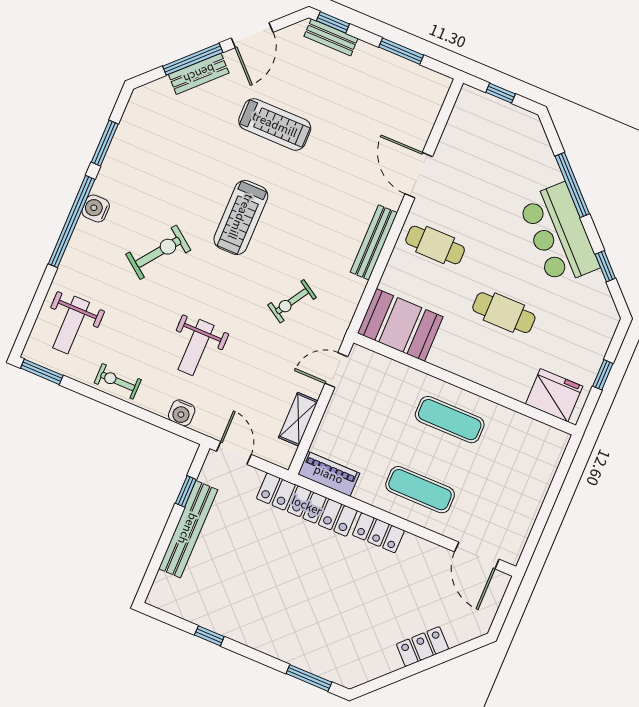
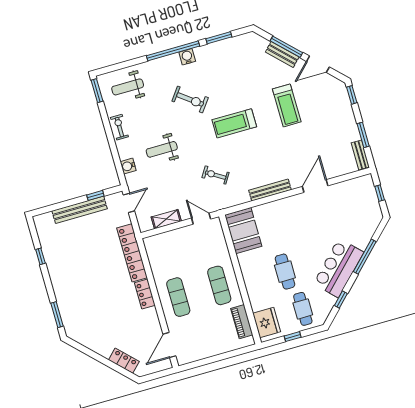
bench: (331, 37) -> (360, 155), moved
cafe table: (435, 245) -> (303, 309), moved
piano: (329, 474) -> (242, 322), moved, turned 180
locker: (422, 647) -> (124, 361), moved

